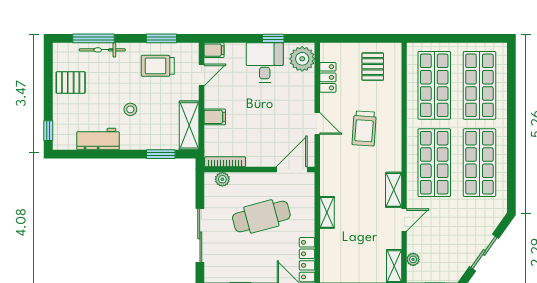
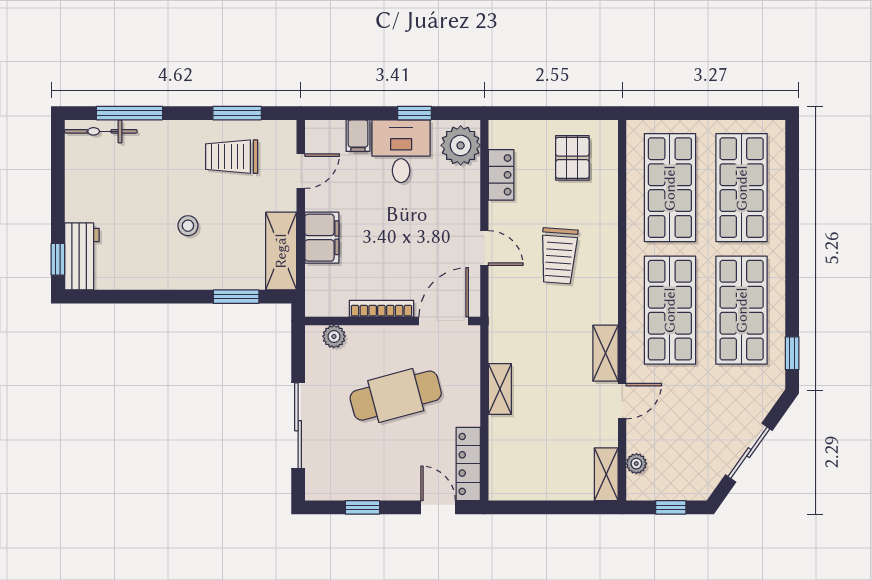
bicycle: (102, 50) -> (101, 131), moved
filing cabinet: (214, 50) -> (358, 136), moved, turned 90
pallet: (71, 82) -> (93, 183), removed
filing cabinet: (215, 117) -> (322, 238), width x2.00
workbench: (98, 139) -> (82, 256), moved, turned 90
bookcase: (225, 162) -> (381, 309), moved
window: (511, 190) -> (792, 353), added

